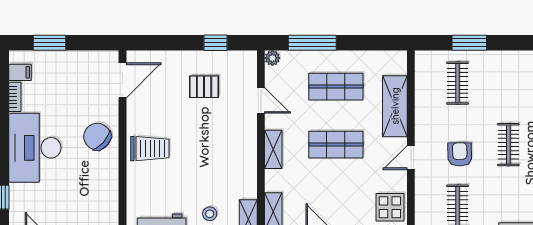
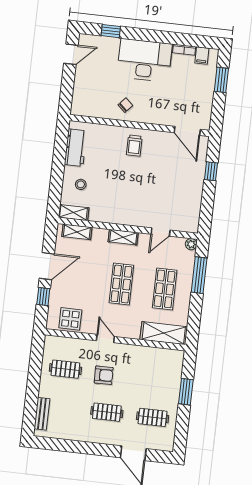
window: (216, 43) -> (211, 171), moved
clothes rail: (457, 83) -> (153, 417), moved
pallet: (204, 87) -> (176, 191), removed
shelving: (395, 106) -> (164, 333), moved
chair: (97, 137) -> (125, 105), moved, width x0.54, depth x0.54
trolley: (150, 149) -> (134, 146), width x0.73, depth x0.72

